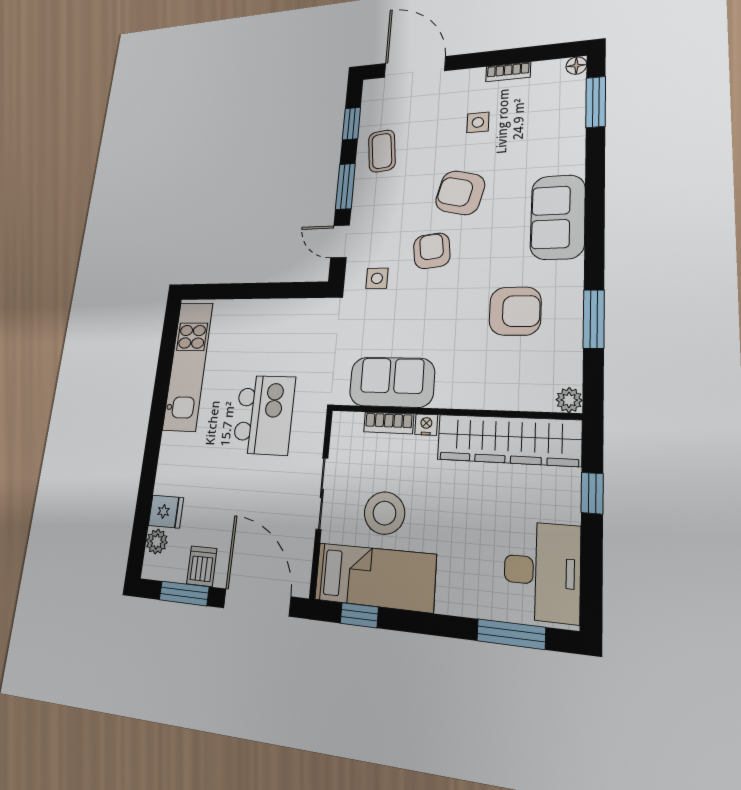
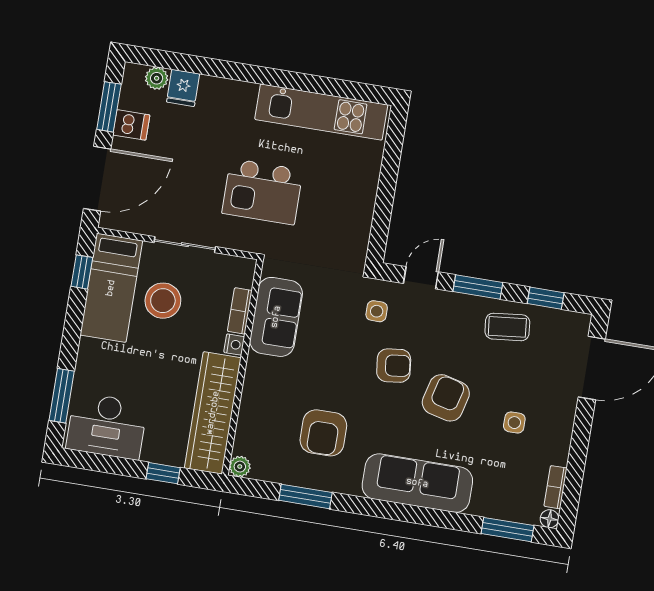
bookcase: (508, 72) -> (556, 487), moved
sofa: (558, 217) -> (417, 483), width x1.36

